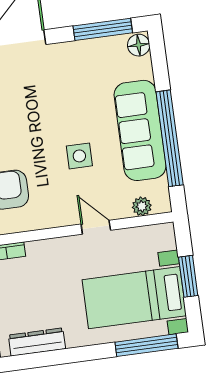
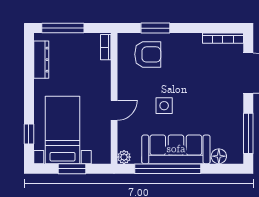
floor lamp: (139, 45) -> (219, 156), moved
plant: (142, 206) -> (124, 157), moved
window: (146, 345) -> (29, 134), width x0.46

